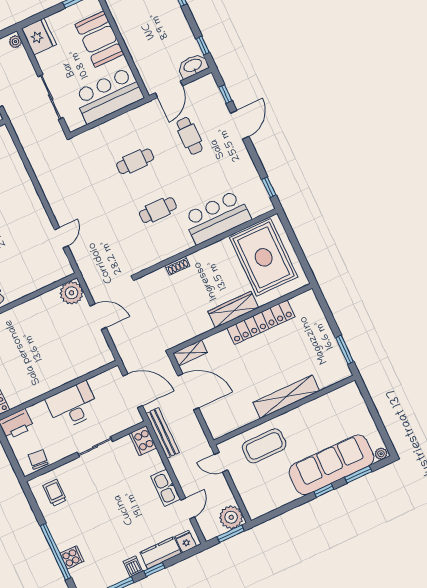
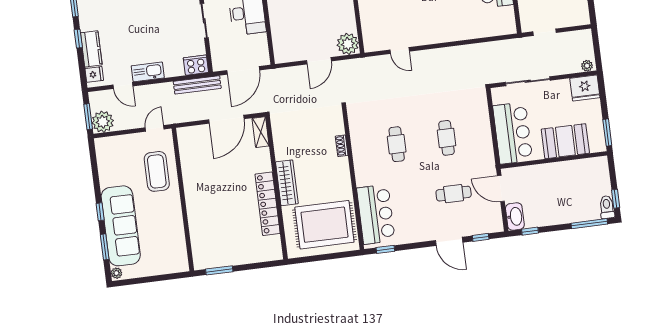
bar counter: (217, 217) -> (376, 214), moved
shelving: (286, 397) -> (194, 205), removed
dishwasher: (133, 566) -> (87, 20), removed

